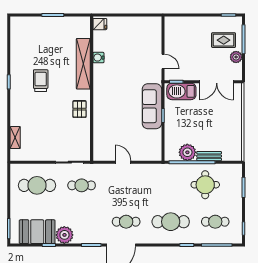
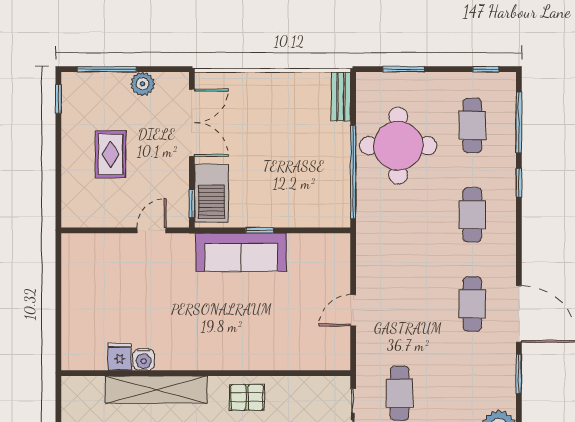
fridge: (100, 24) -> (120, 357), moved
rug: (224, 40) -> (111, 154), moved
plant: (187, 152) -> (333, 181), removed
bench: (209, 156) -> (341, 96), moved
round table: (205, 185) -> (398, 146), width x1.36, depth x1.36
cafe table: (171, 222) -> (472, 215), width x0.73, depth x0.74

